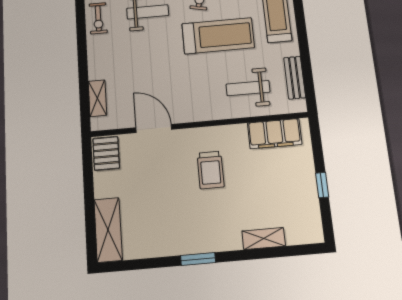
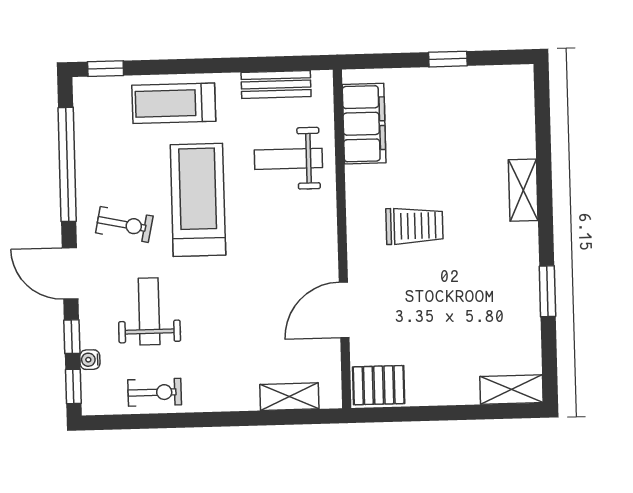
weight bench: (248, 88) -> (288, 159), turned 90
shelving: (108, 230) -> (511, 390), width x0.67, depth x0.75
shelving: (264, 239) -> (523, 190), moved
window: (198, 259) -> (547, 291), moved

